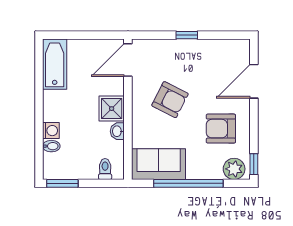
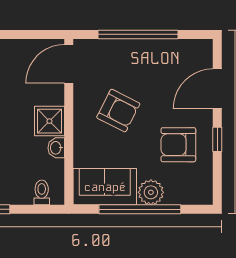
window: (187, 35) -> (138, 34), width x3.17
window: (254, 164) -> (217, 139), moved
plant: (234, 169) -> (151, 192), moved

